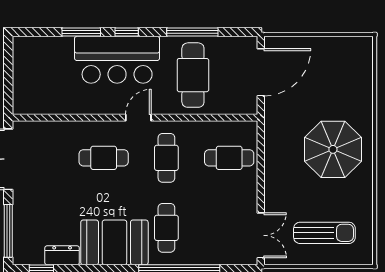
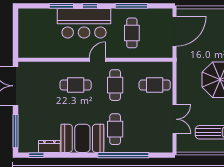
cafe table: (193, 75) -> (132, 33), width x0.73, depth x0.74
double door: (261, 235) -> (175, 119), moved

